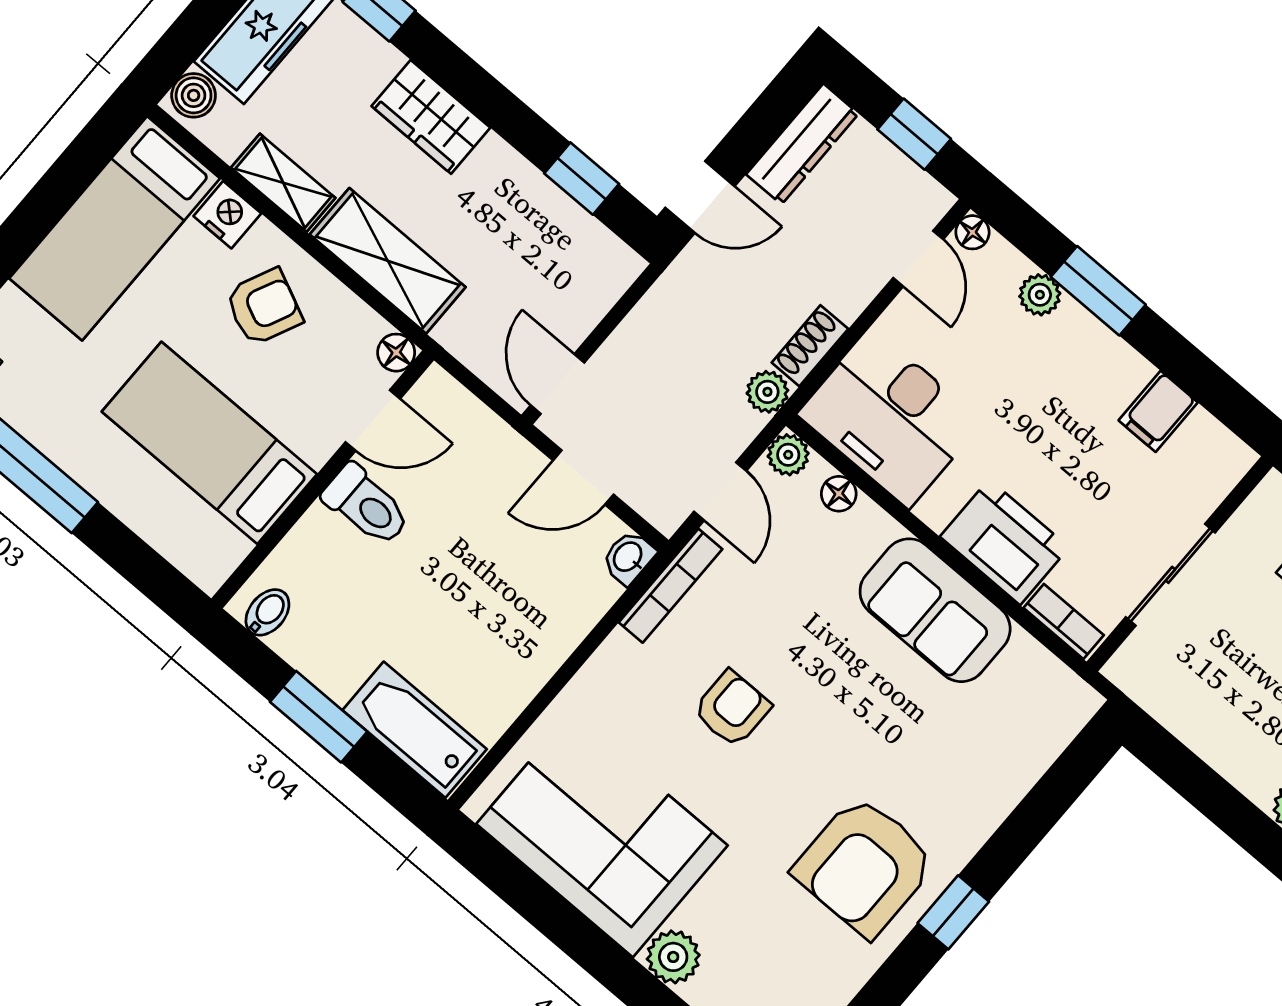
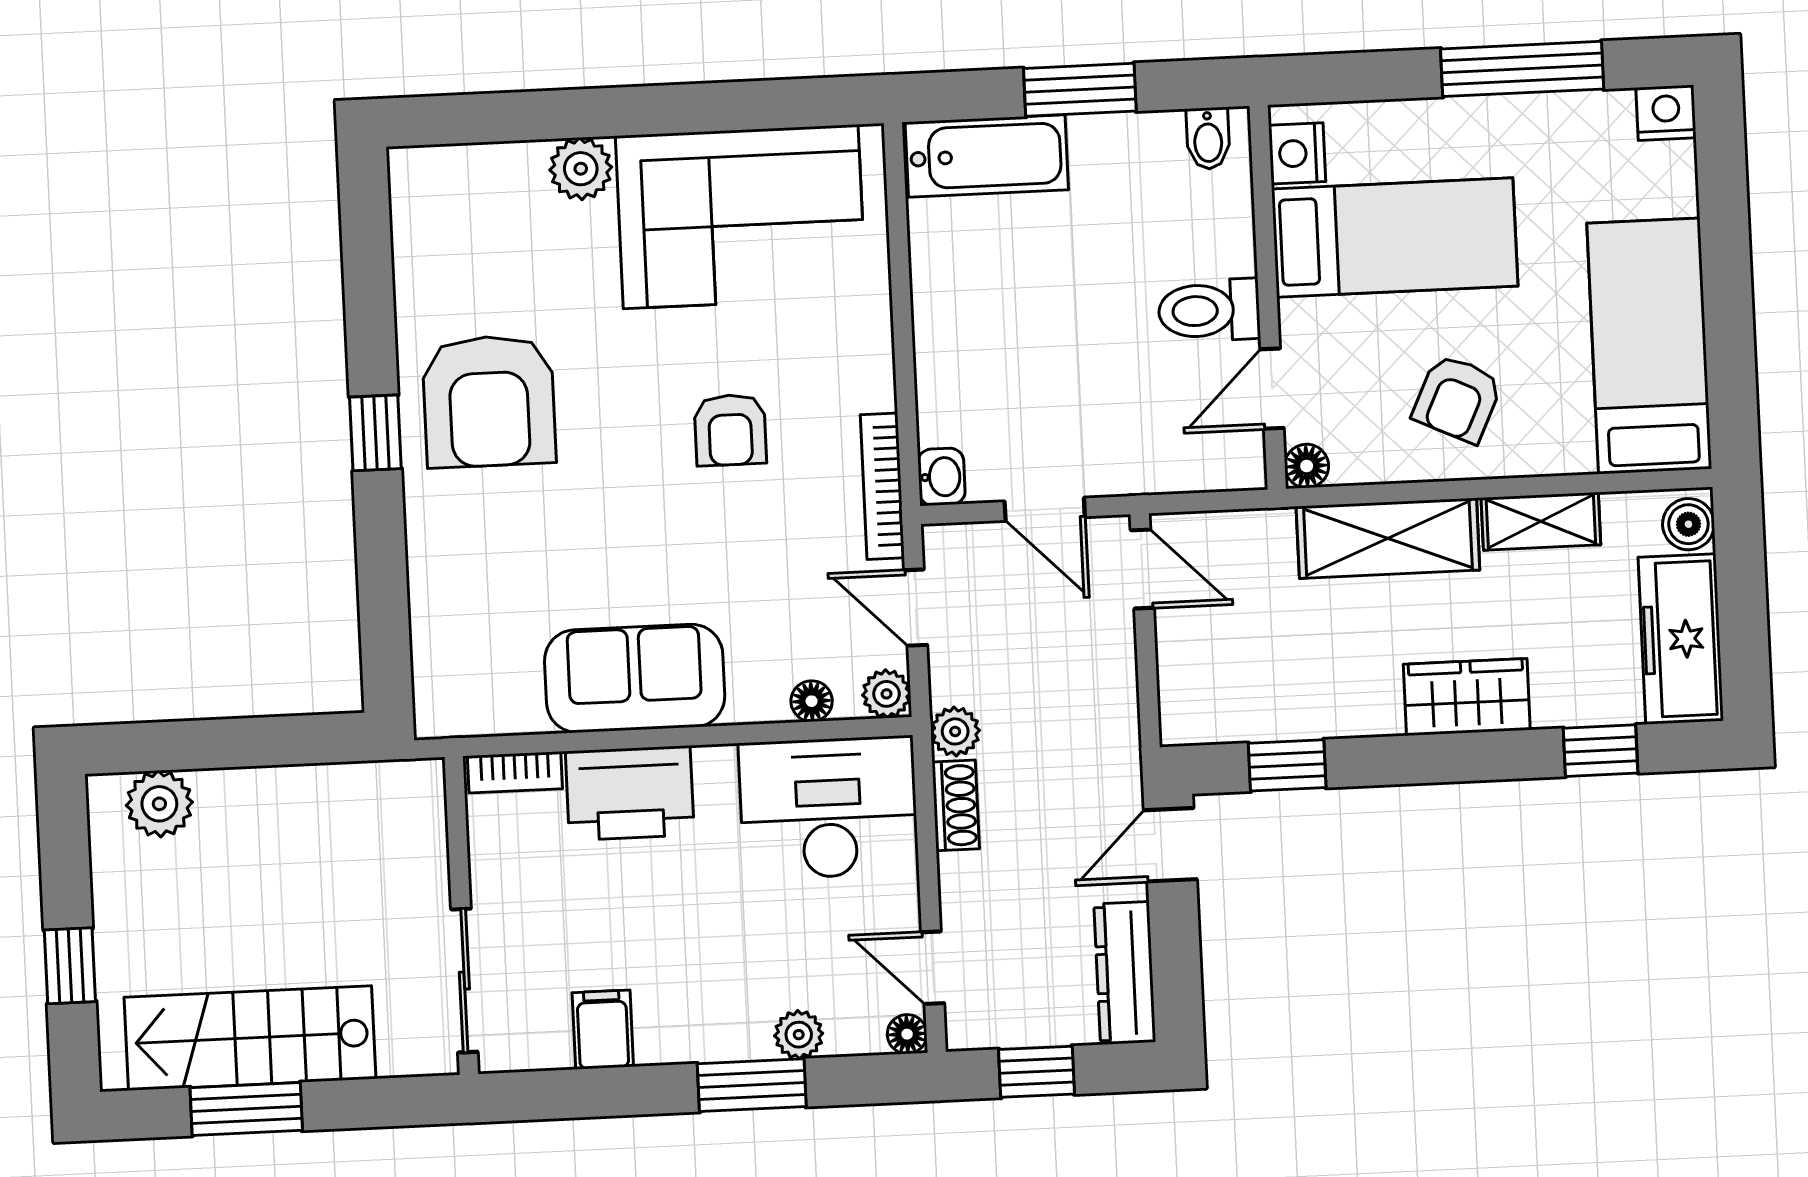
nightstand: (227, 215) -> (1297, 153), moved, turned 90
door: (583, 477) -> (1045, 509), swing flipped
sliding door: (1170, 575) -> (464, 981), moved
armchair: (865, 866) -> (489, 401), turned 180

